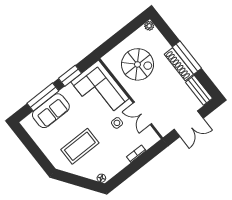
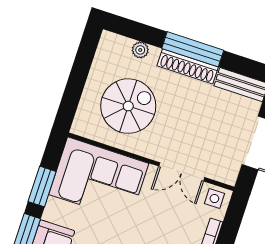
plant: (149, 26) -> (140, 50), moved
side table: (117, 123) -> (214, 199), moved

